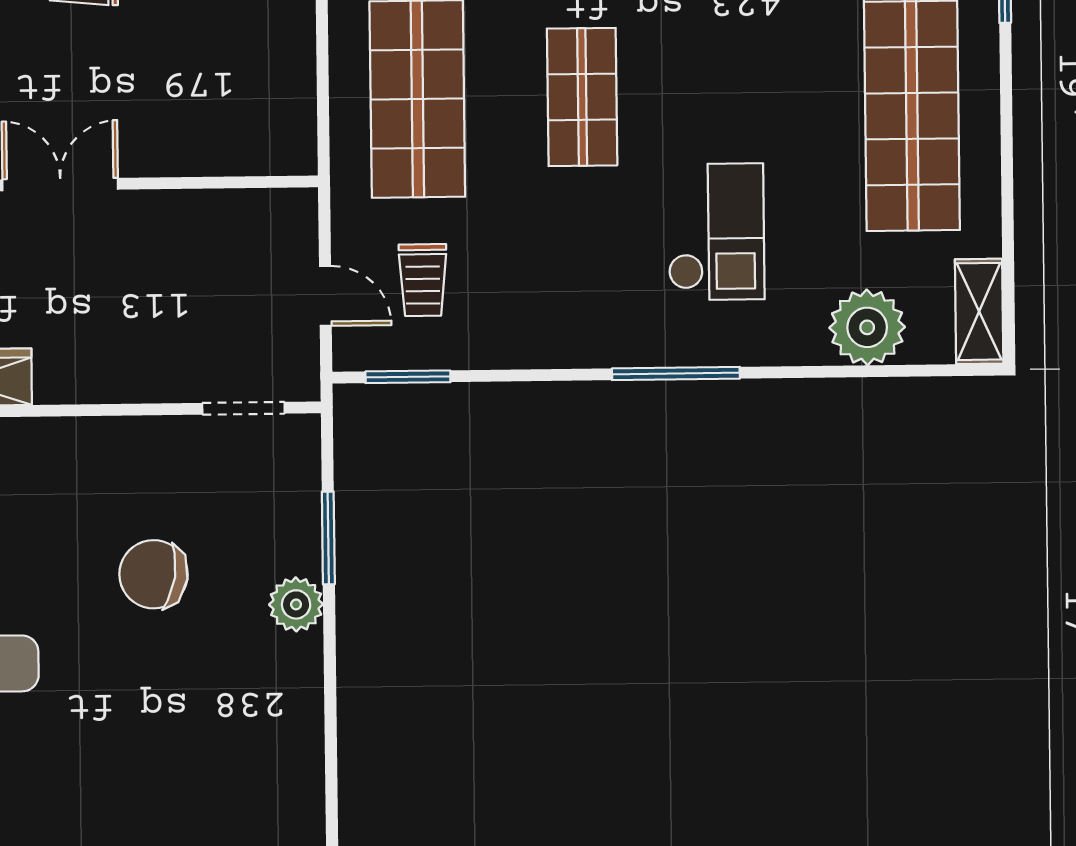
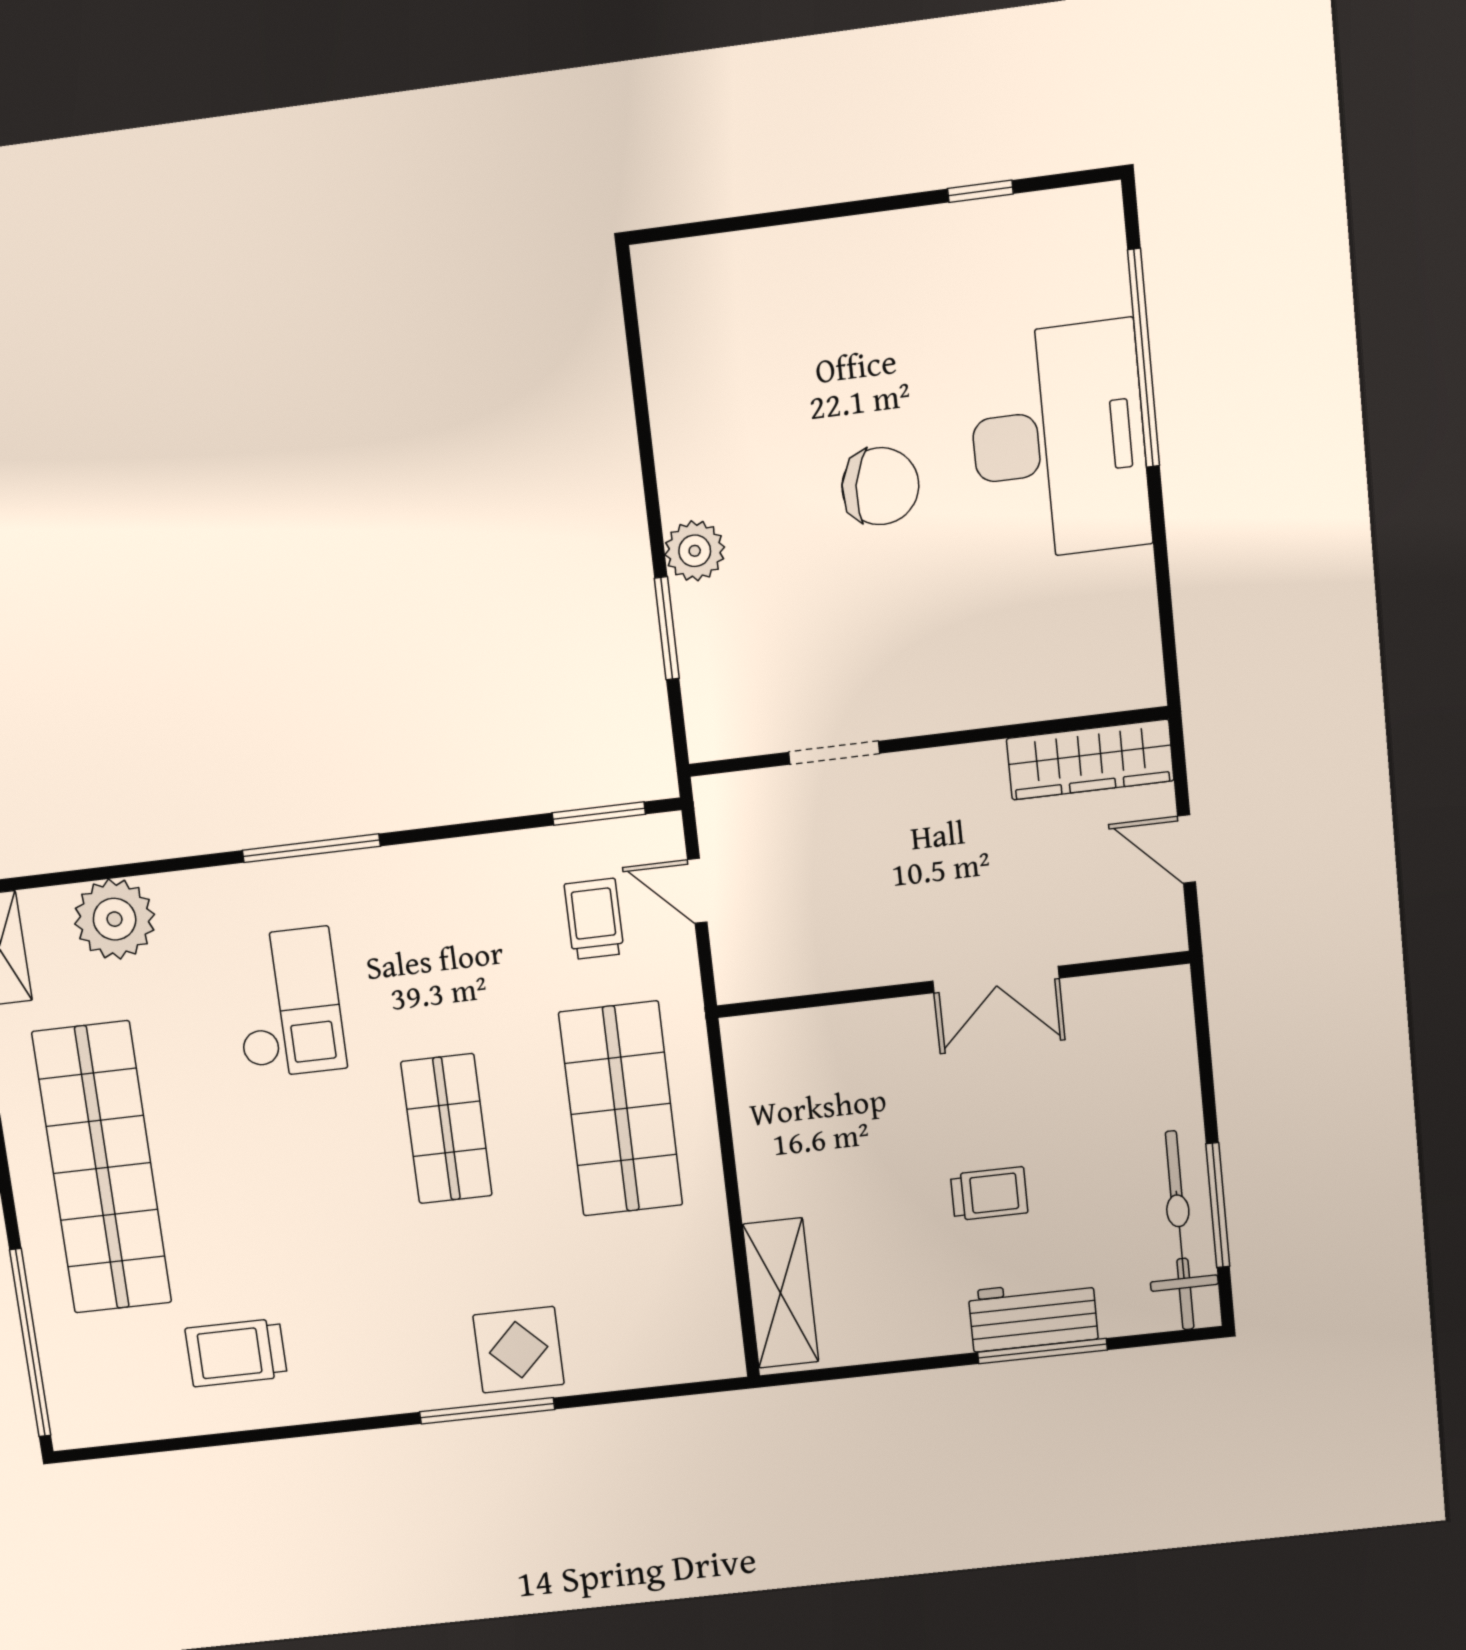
checkout: (716, 232) -> (288, 1003), turned 180
doorway: (243, 408) -> (834, 753), moved
chair: (154, 574) -> (880, 486), moved

